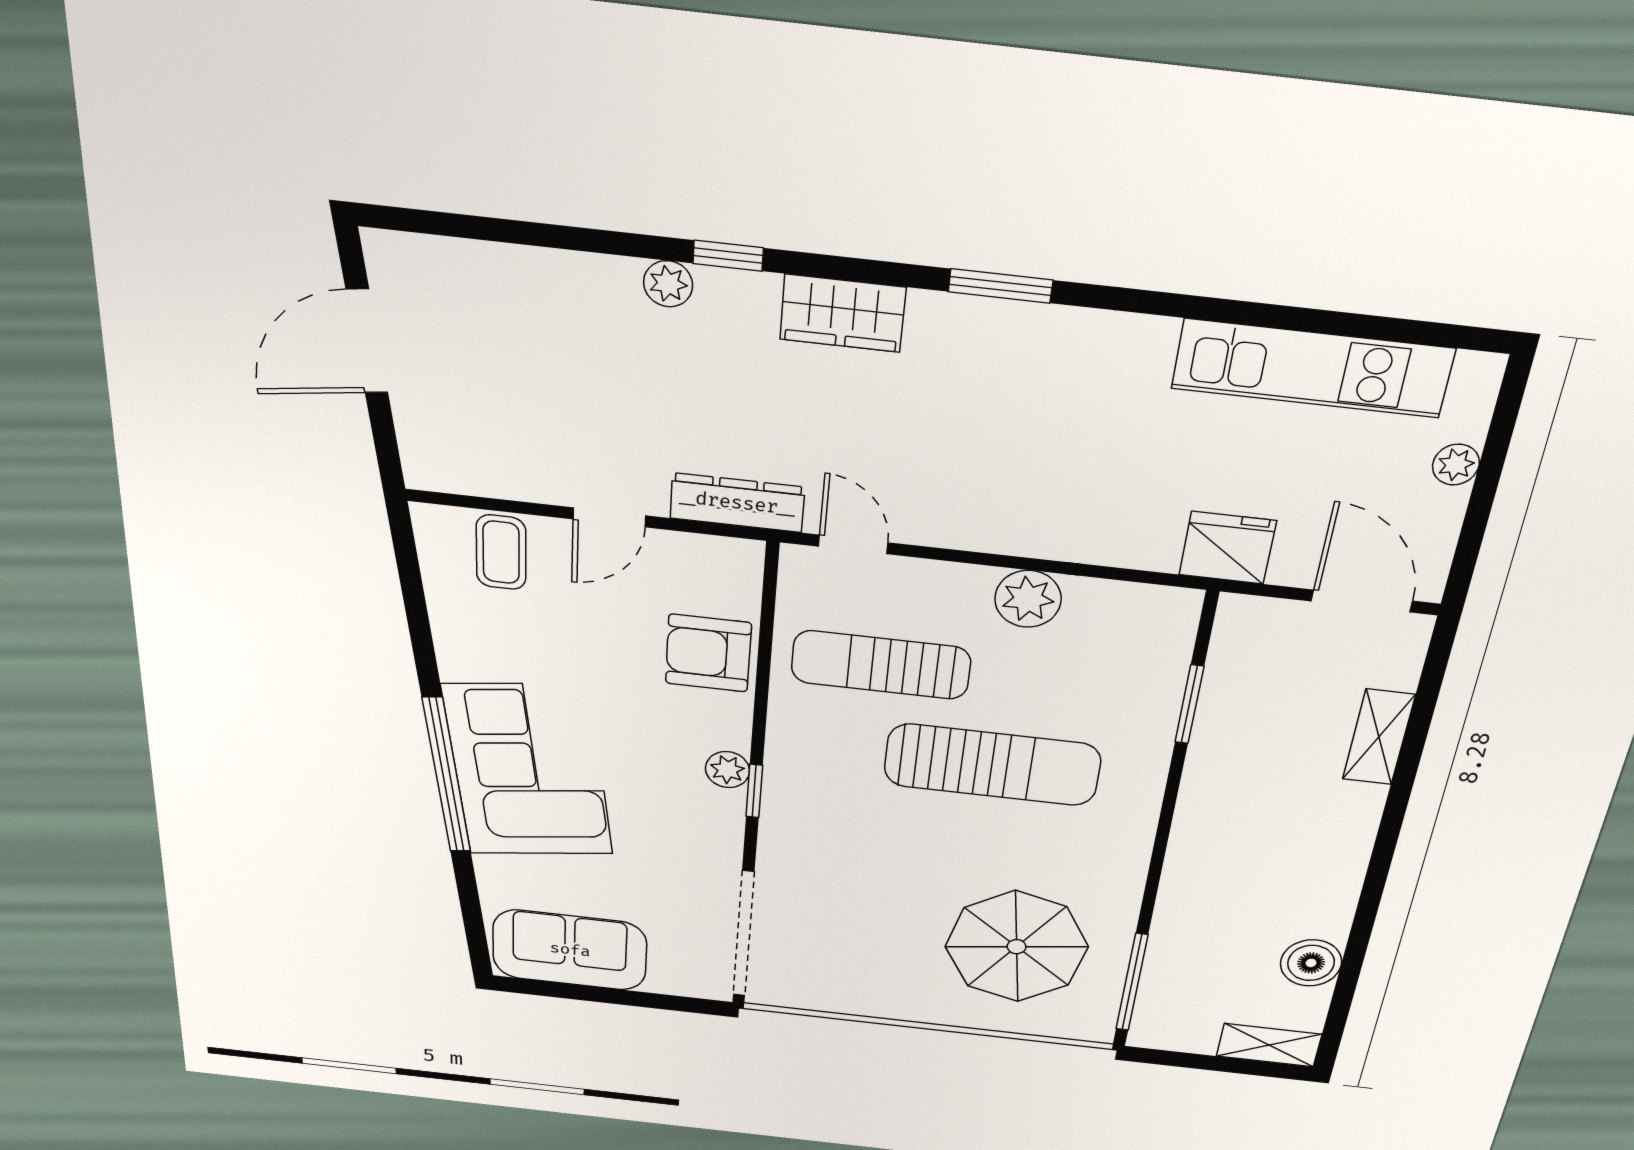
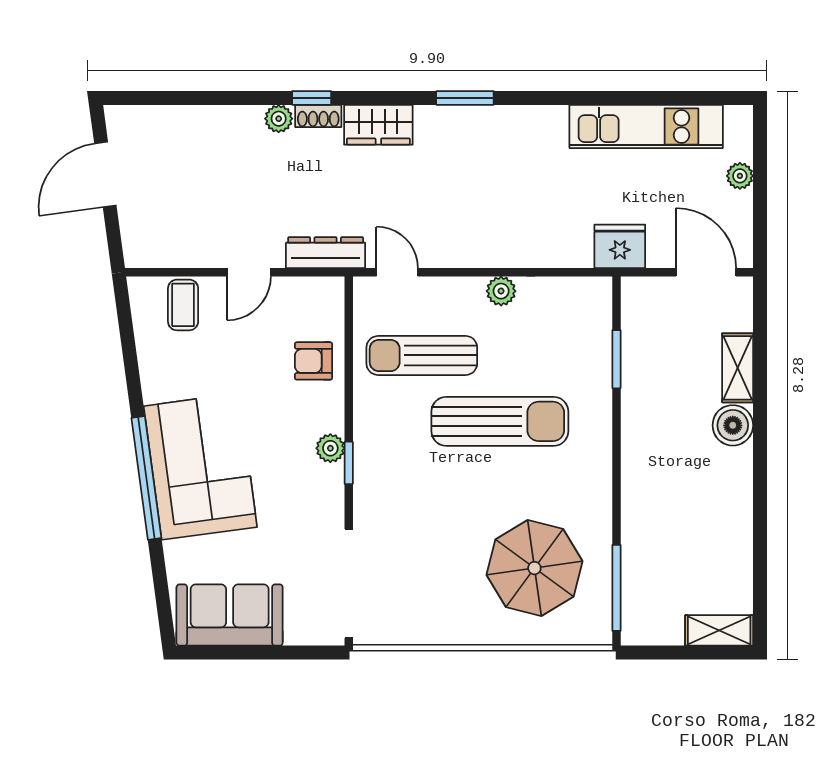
shoe rack: (738, 287) -> (318, 116), added
plant: (1028, 599) -> (501, 291), width x0.73, depth x0.73
armchair: (708, 653) -> (314, 361), width x0.72, depth x0.72
boiler: (1311, 963) -> (733, 425), moved

